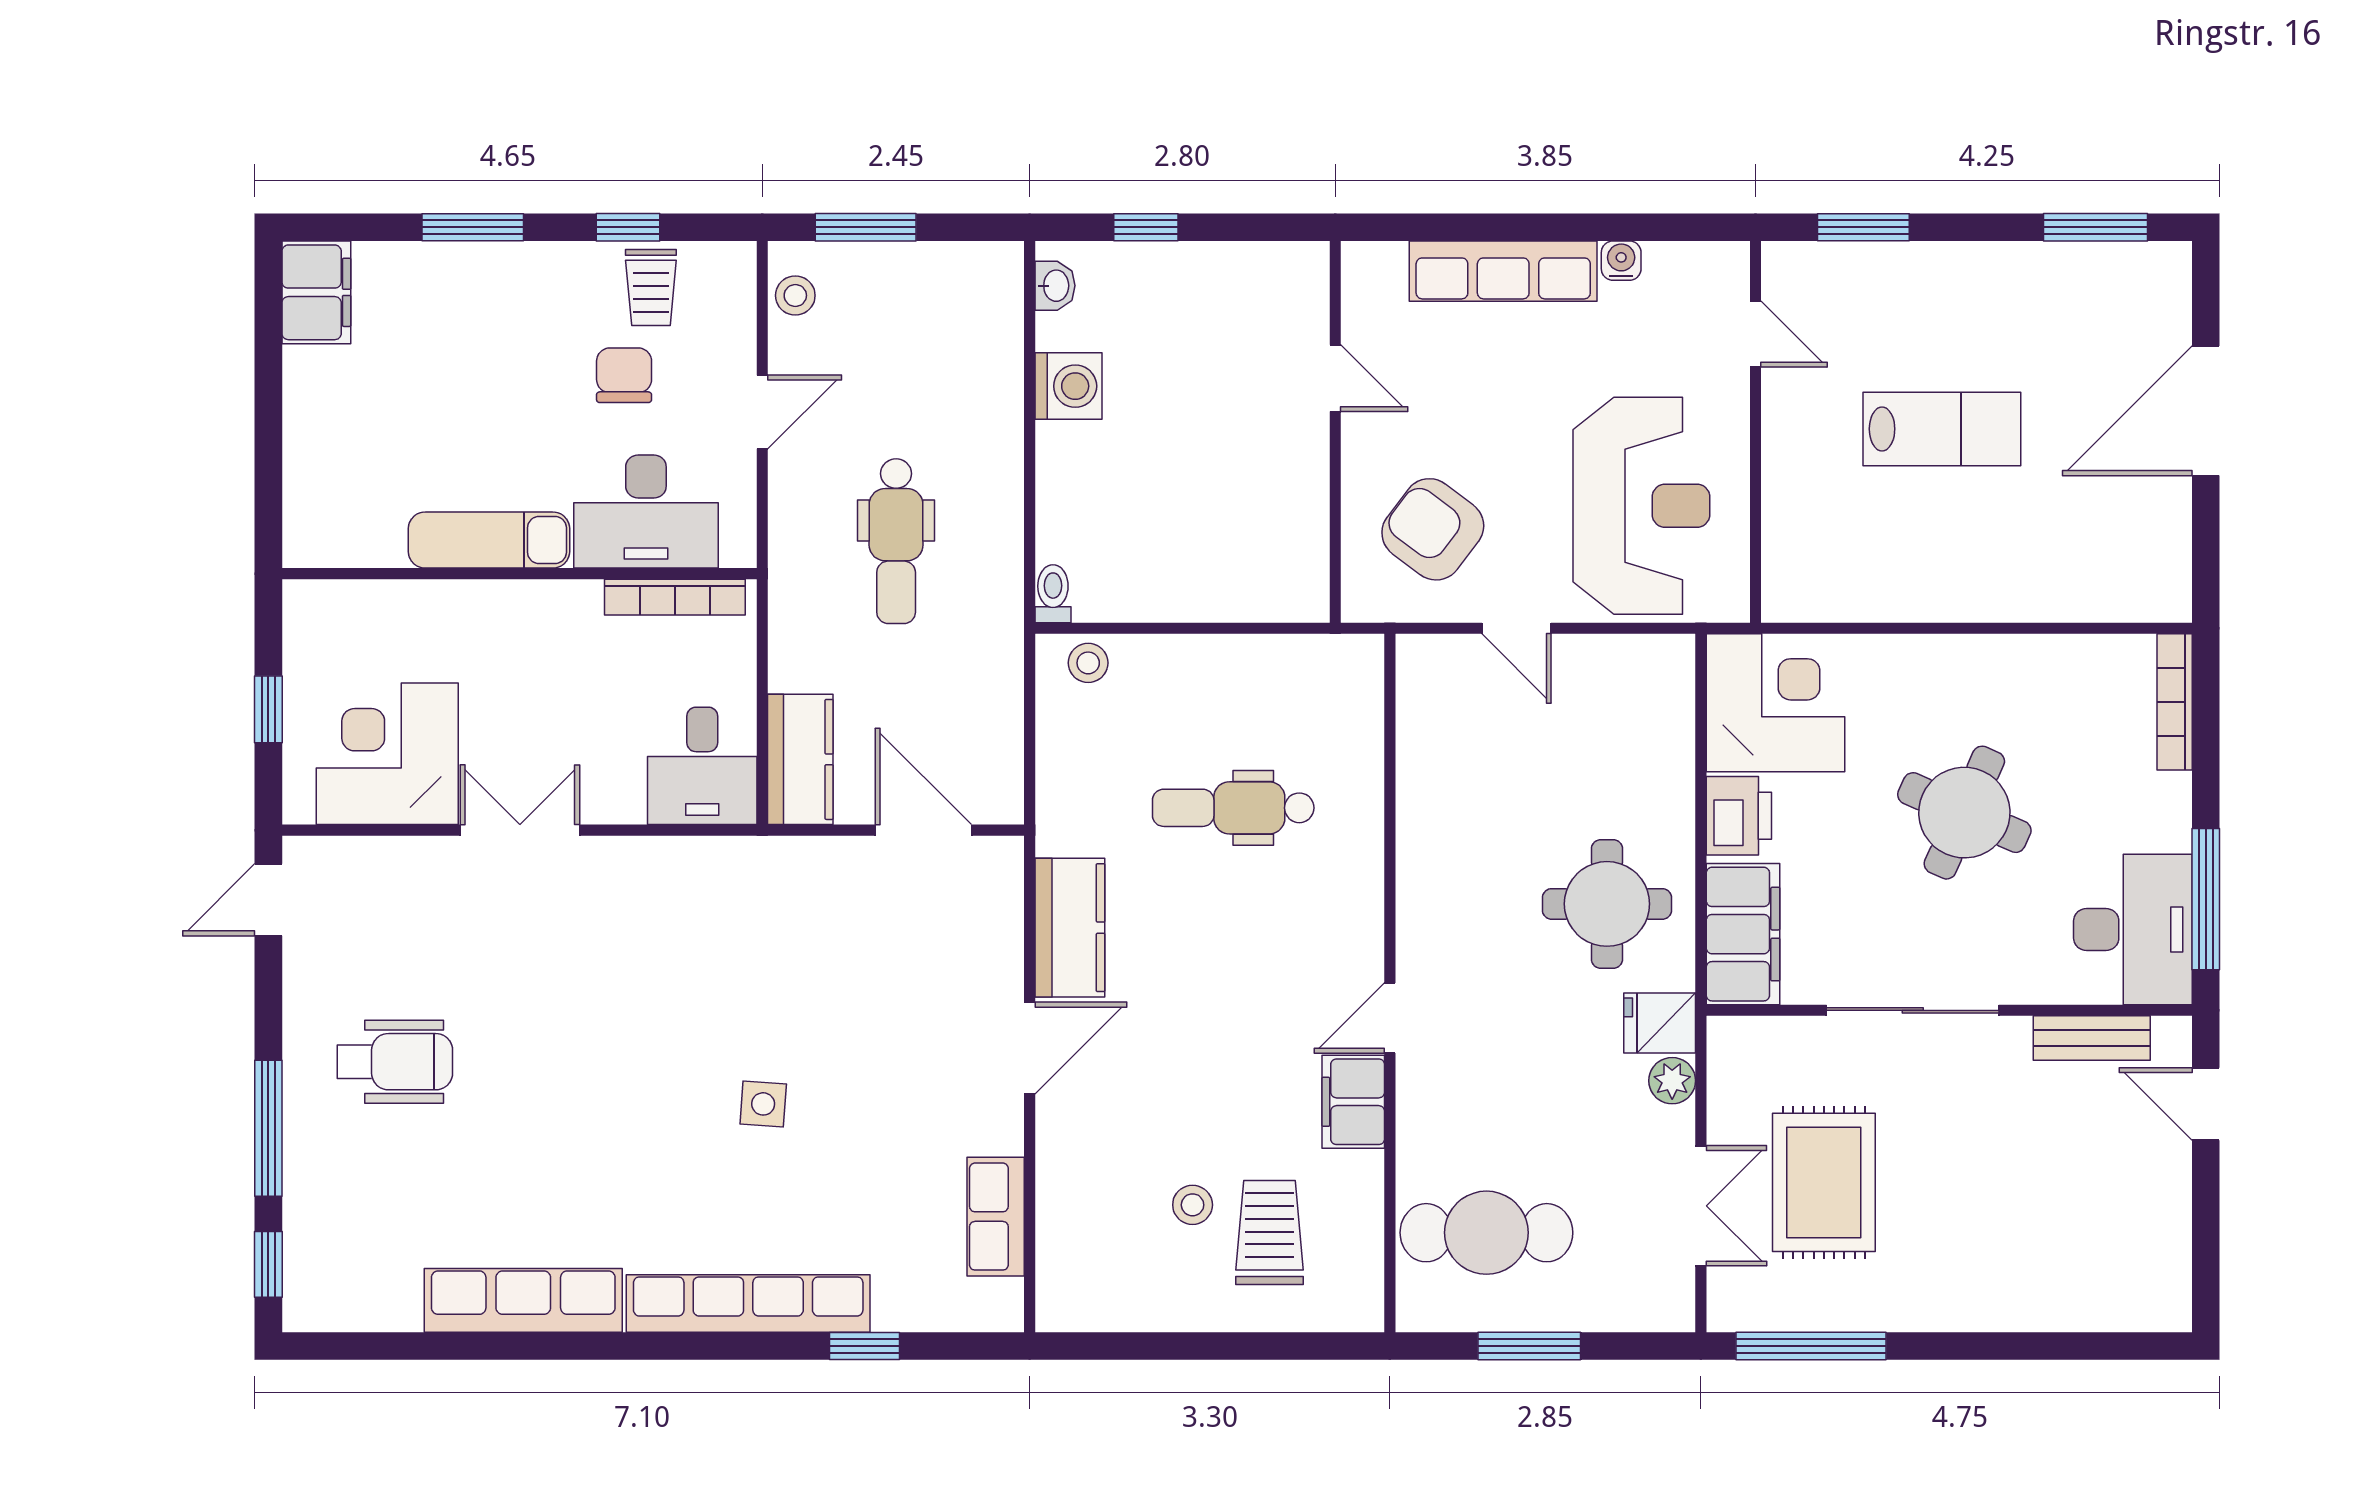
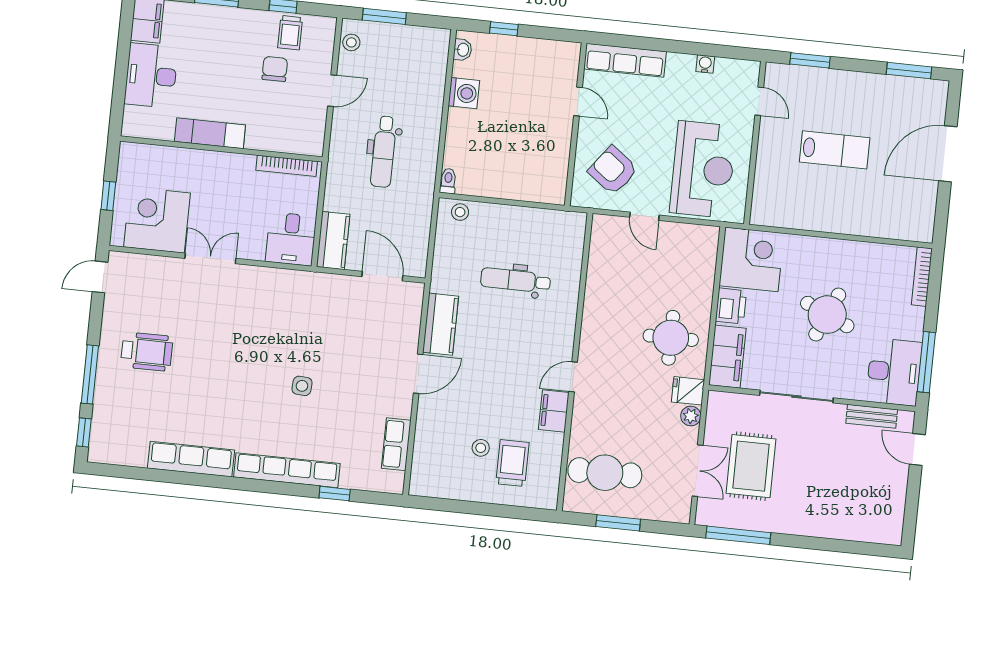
row of seats: (1503, 271) -> (625, 60), moved
desk: (646, 512) -> (151, 76), moved, turned 90

